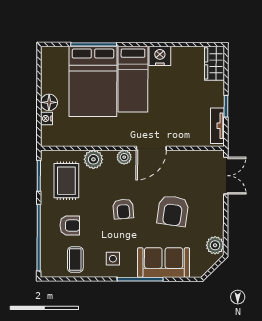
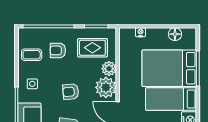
floor lamp: (49, 102) -> (175, 34), moved
plant: (124, 157) -> (106, 87), width x1.88, depth x1.88
armchair: (70, 226) -> (58, 50), turned 90

